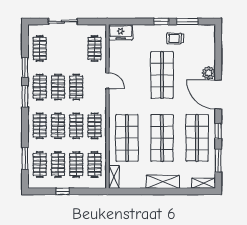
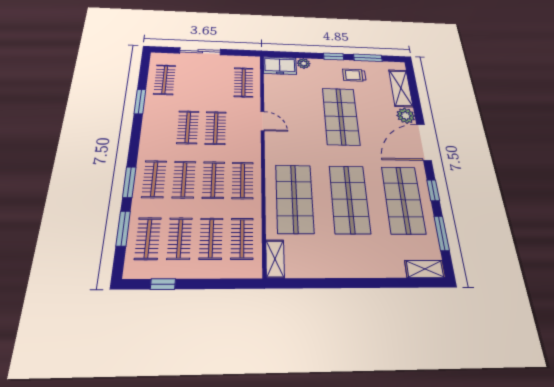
plant: (138, 29) -> (304, 63), added
clothes rail: (40, 87) -> (160, 127), removed
door: (218, 94) -> (424, 142), hinge flipped
window: (25, 96) -> (129, 182), moved
shelving: (163, 182) -> (401, 88), moved, turned 90
window: (63, 191) -> (163, 284), moved

